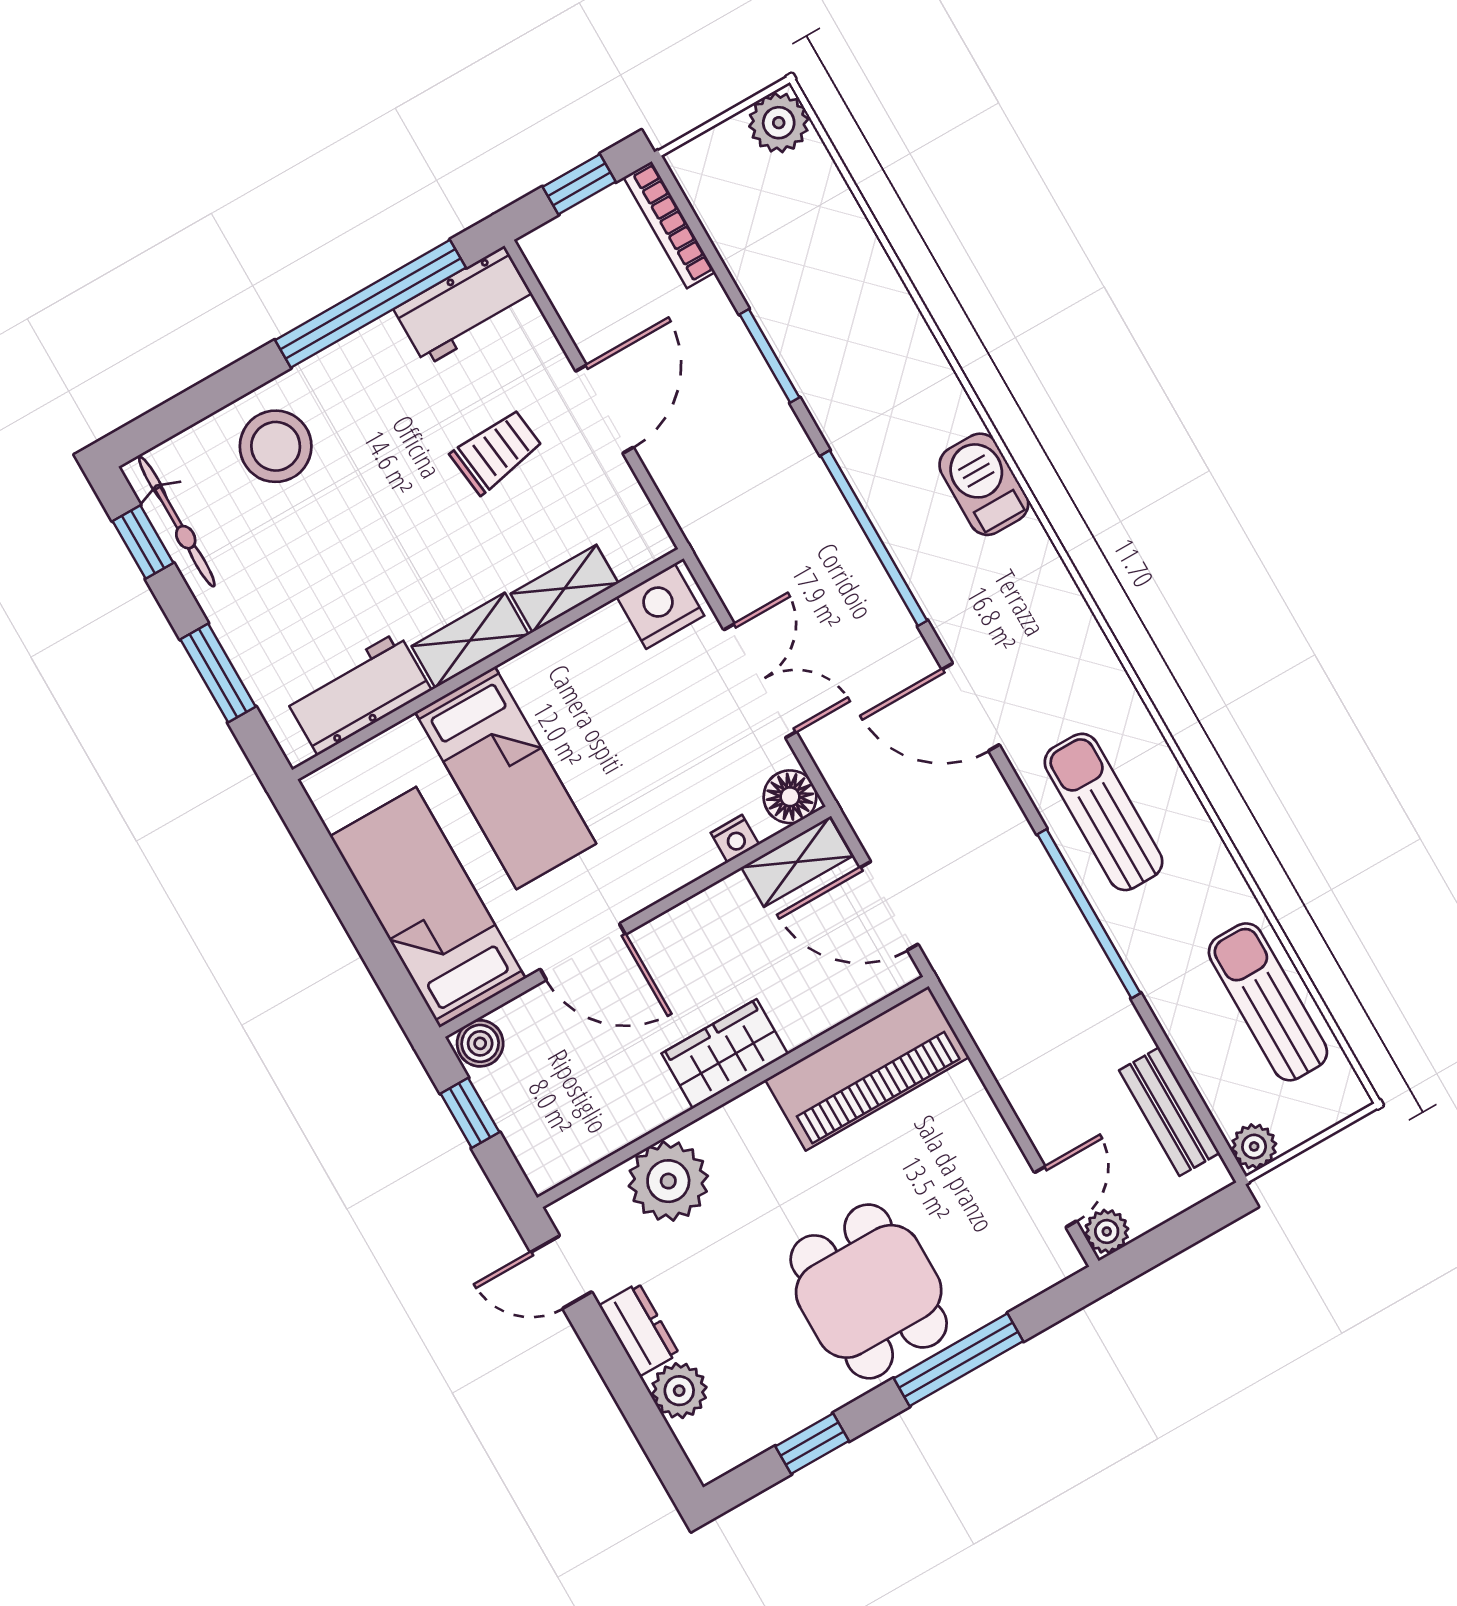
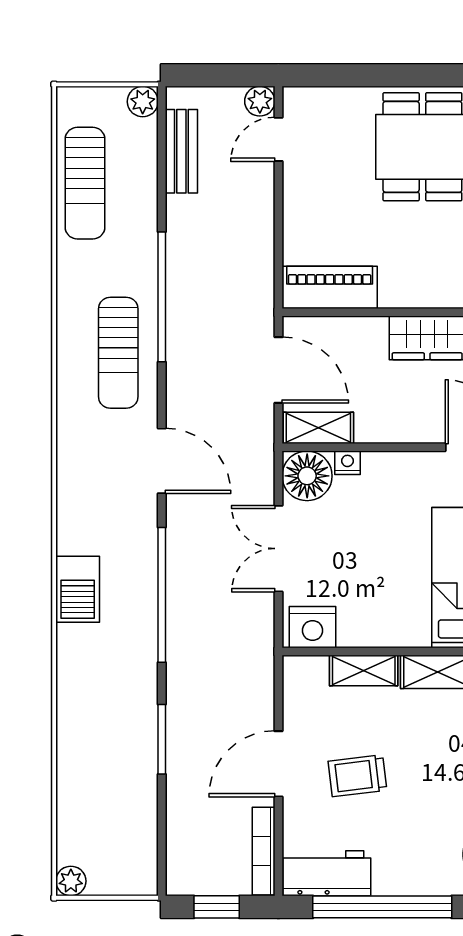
plant: (779, 123) -> (71, 881), width x0.73, depth x0.73
bookcase: (669, 225) -> (264, 851), moved, turned 180
floor lamp: (790, 797) -> (307, 476), width x1.38, depth x1.38
piano: (867, 1068) -> (330, 287), width x0.73, depth x0.75
window: (959, 1360) -> (392, 75), removed

